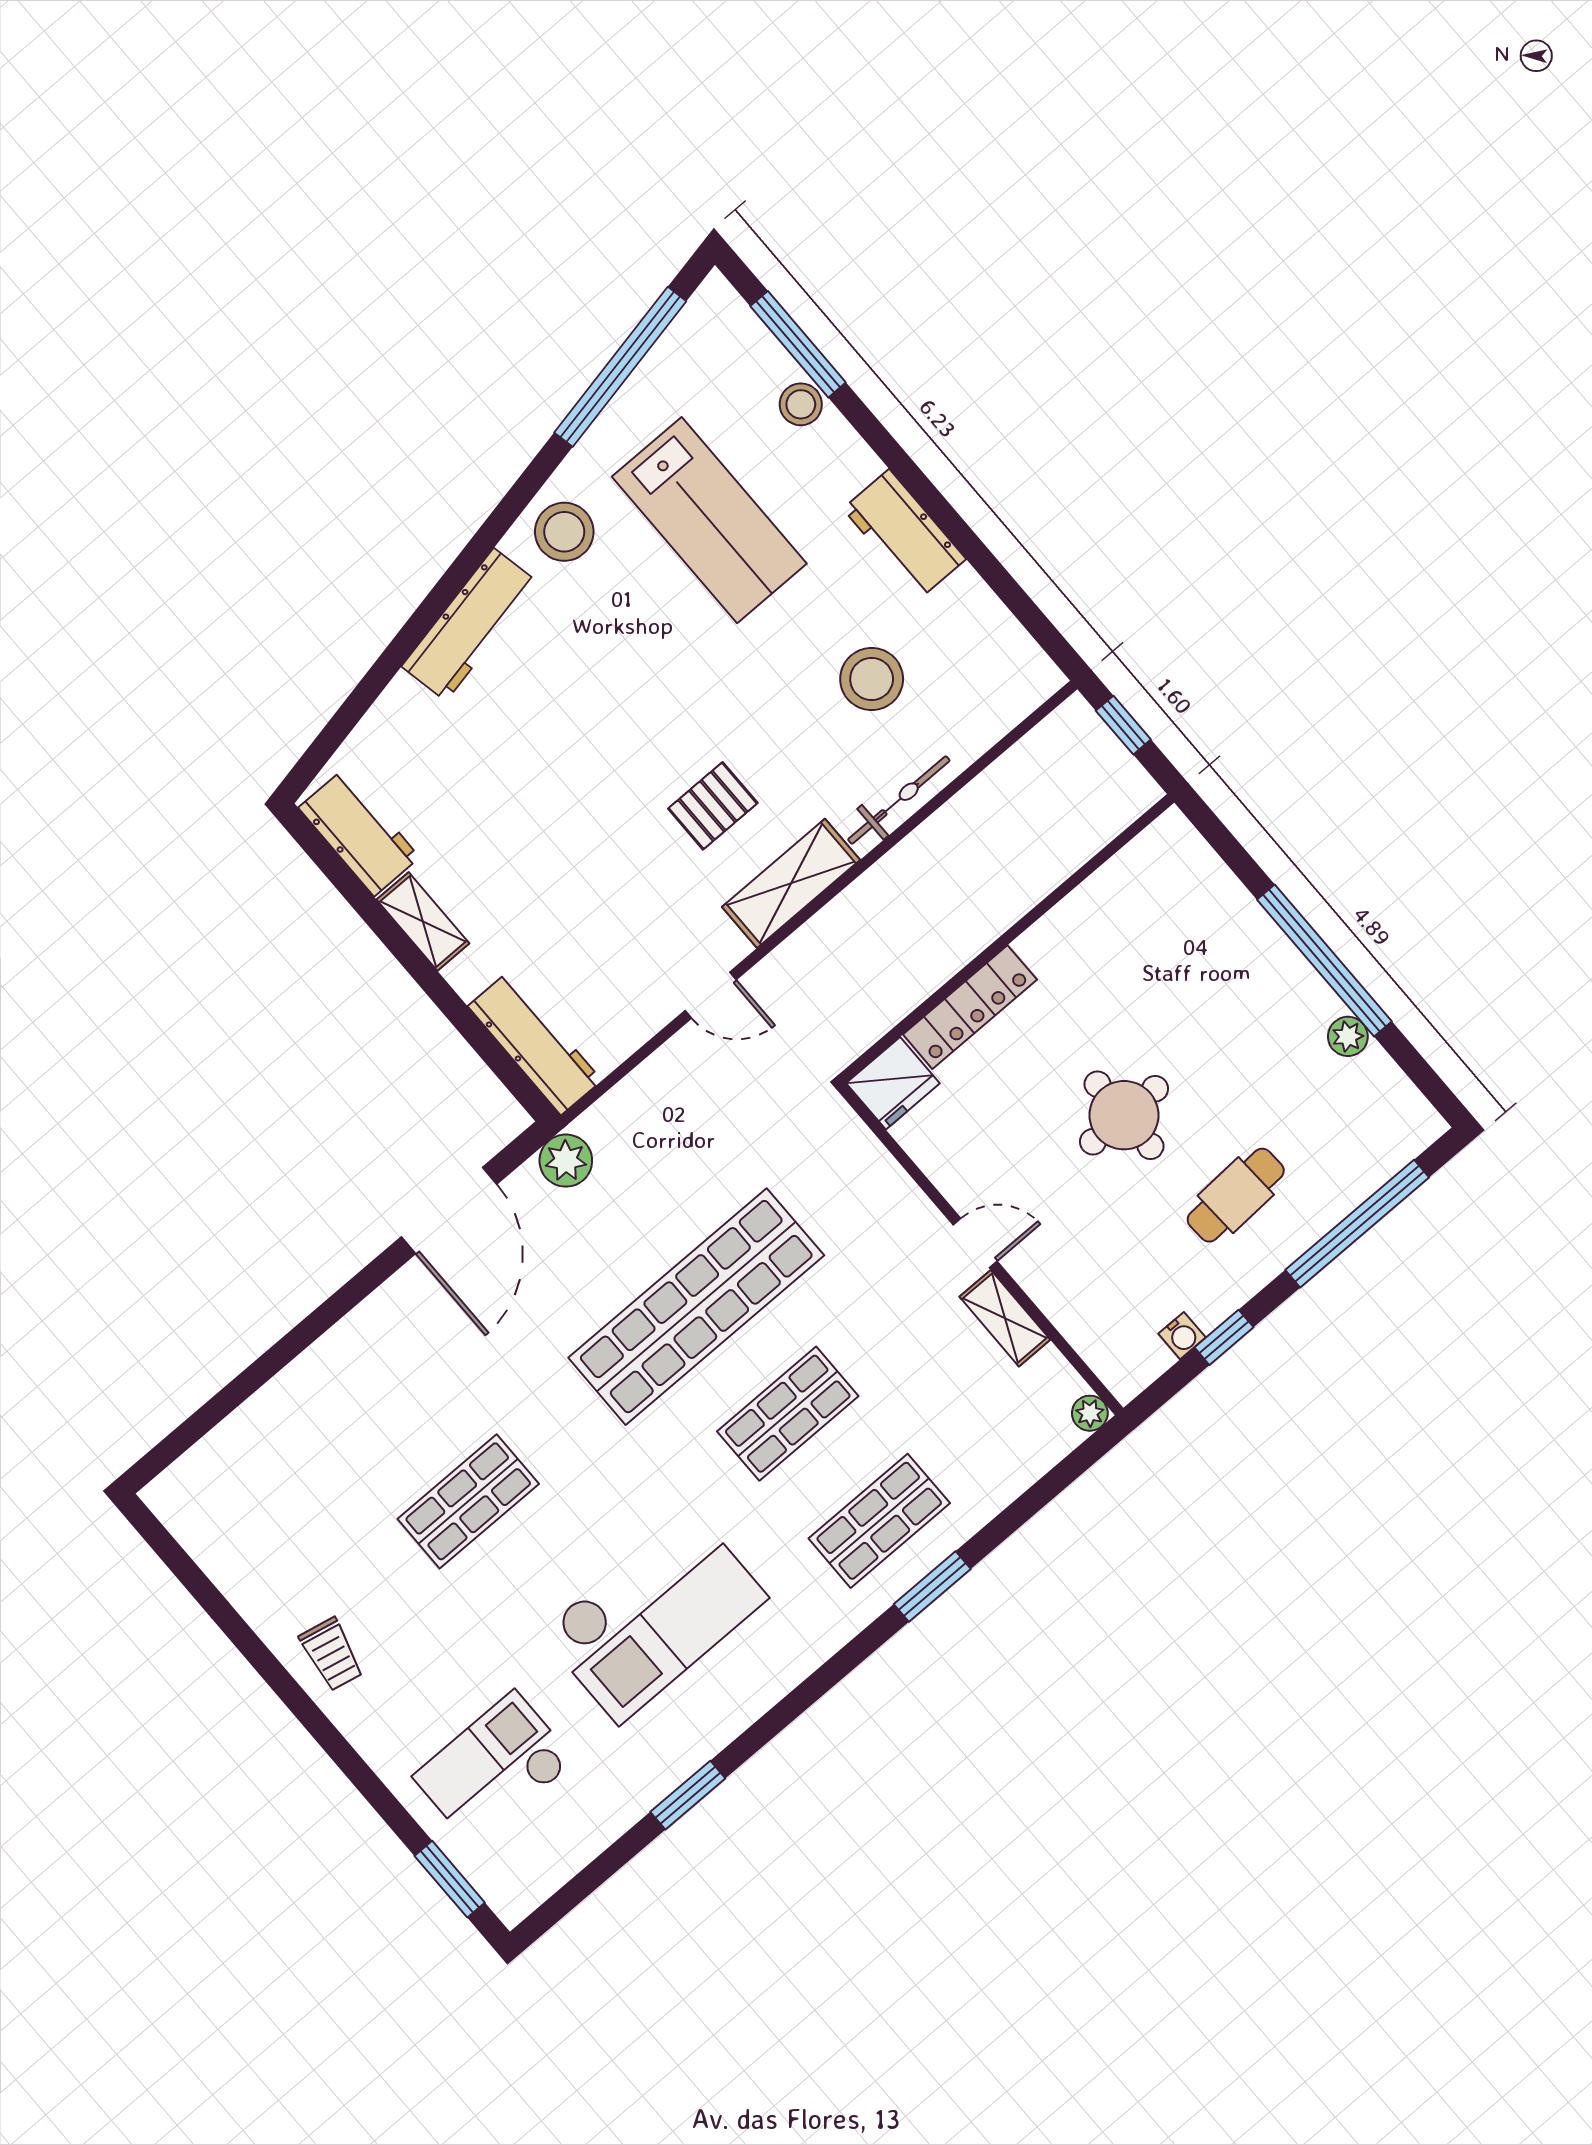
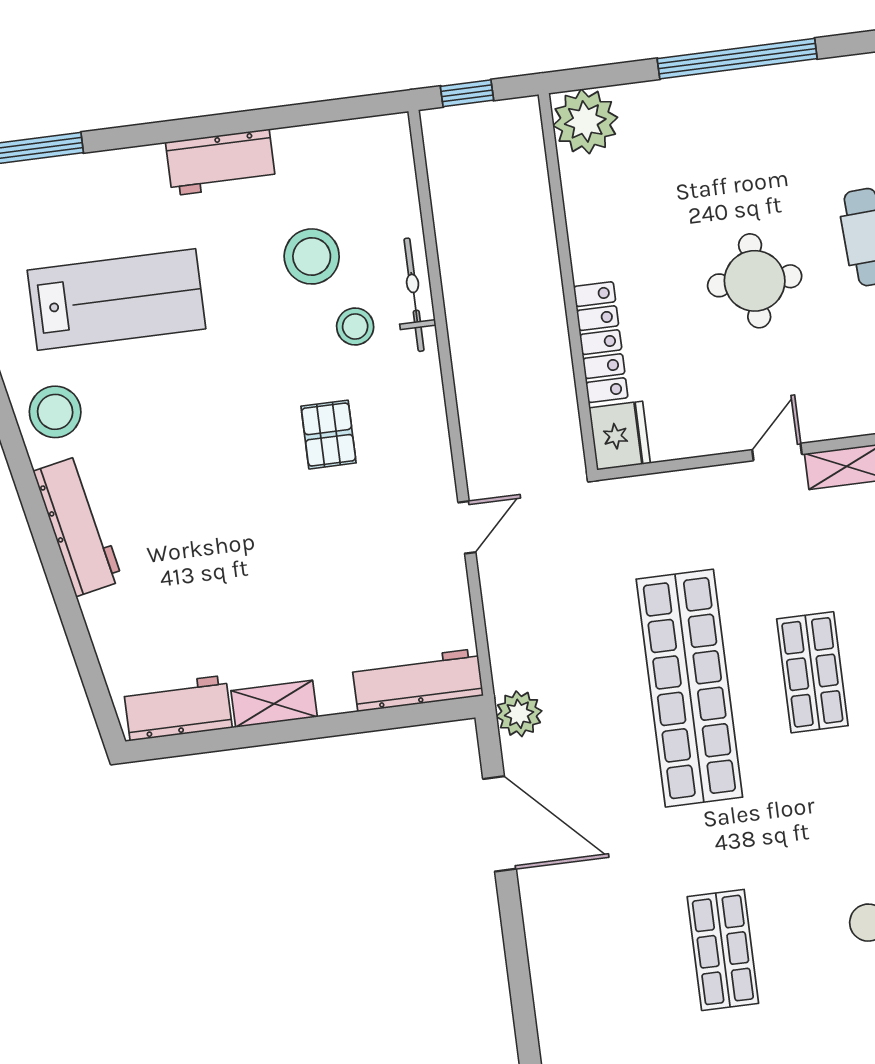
stool: (801, 404) -> (355, 326), moved
shelving: (791, 883) -> (423, 414), removed
plant: (1348, 1036) -> (585, 121), moved, width x1.88, depth x1.88

